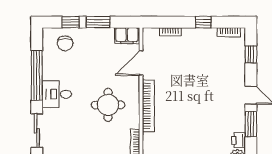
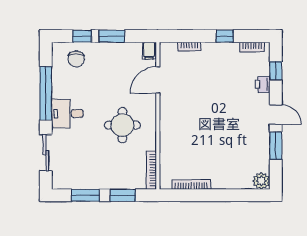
filing cabinet: (127, 36) -> (149, 51), width x0.50
bookcase: (148, 106) -> (166, 126), removed
printer: (238, 140) -> (262, 84), moved

